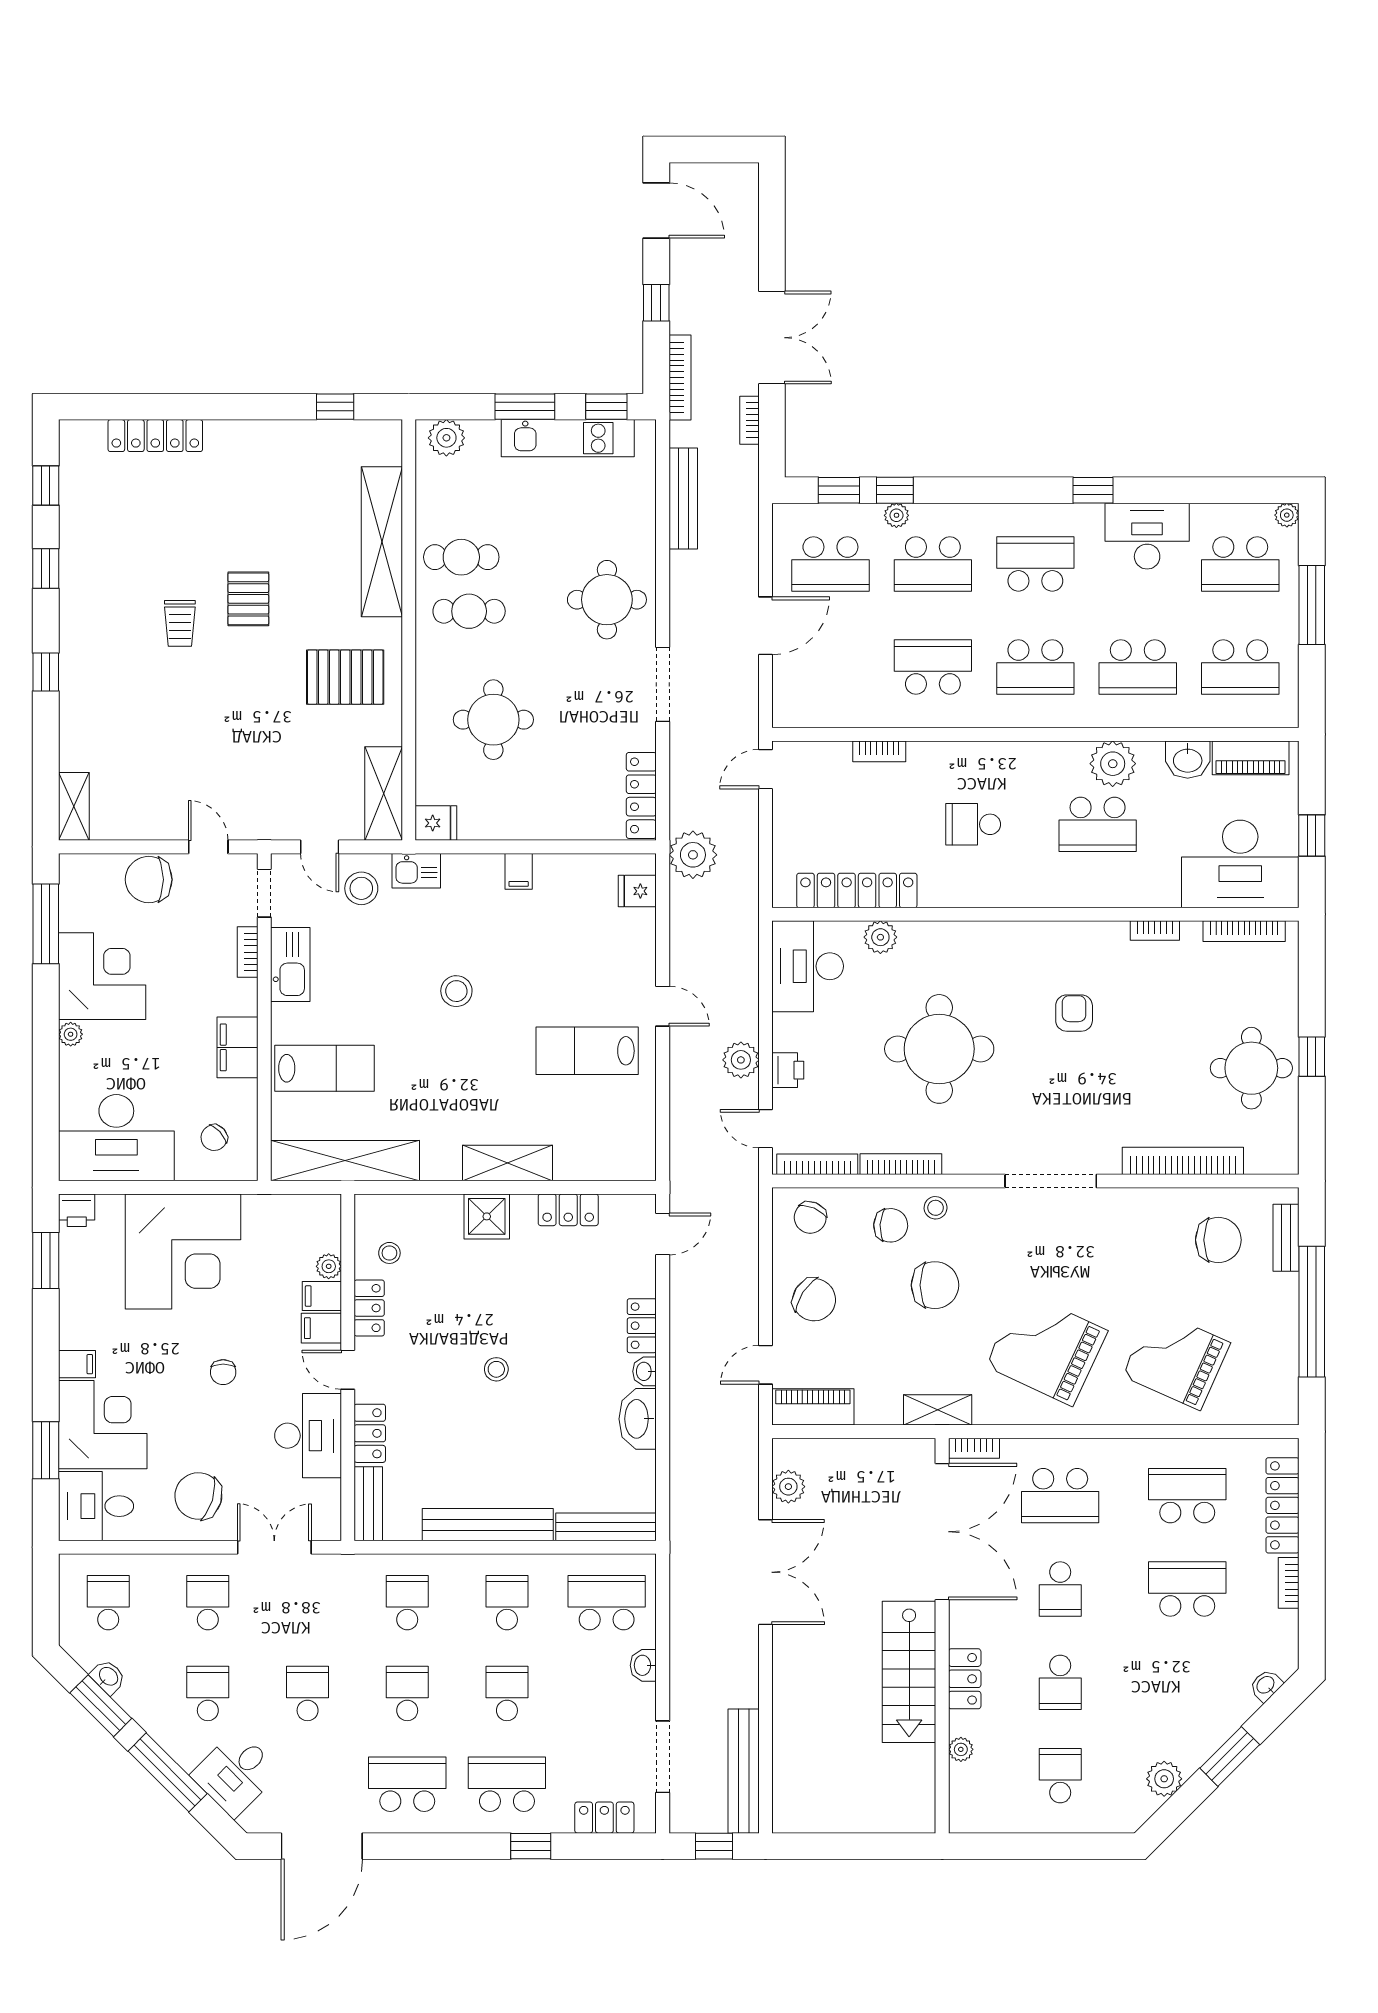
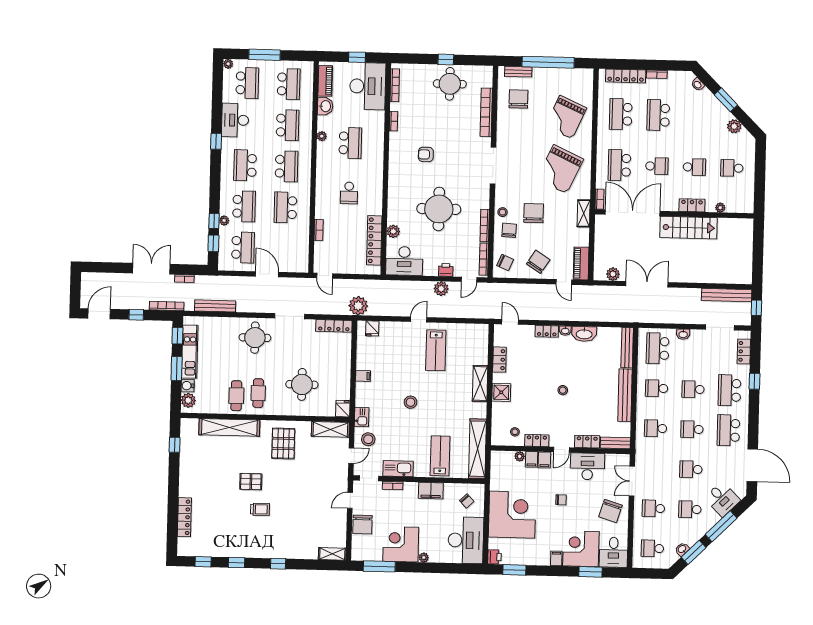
water cooler: (483, 435) -> (188, 386), added
plant: (1113, 764) -> (322, 136), width x0.53, depth x0.53
school desk: (1060, 1496) -> (619, 165), turned 180

